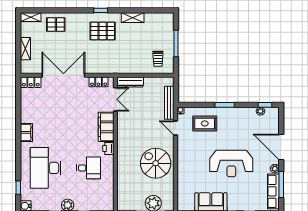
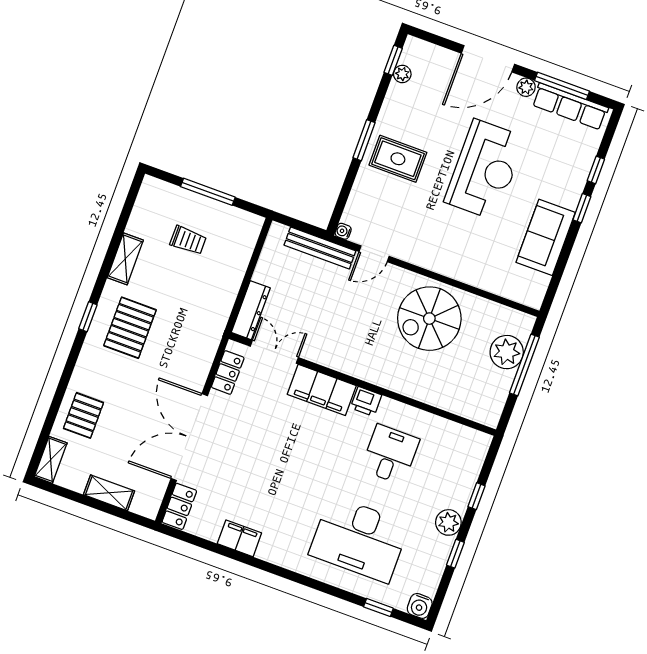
trolley: (158, 59) -> (188, 240), moved
rug: (205, 123) -> (398, 159), moved, turned 90
filing cabinet: (26, 132) -> (239, 538), moved

